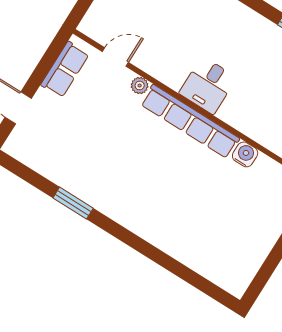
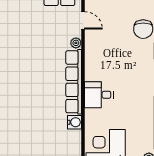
desk: (208, 85) -> (99, 95), moved

